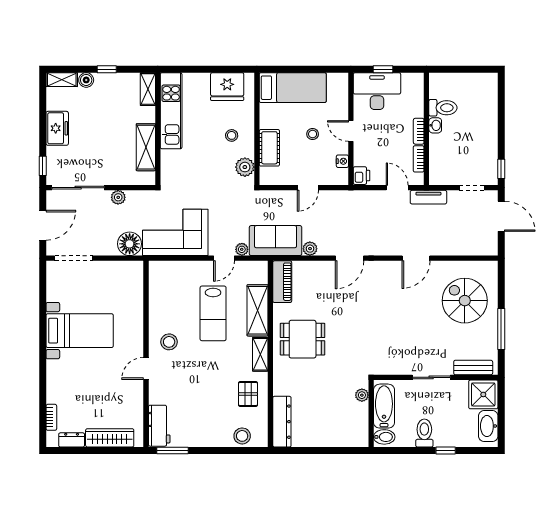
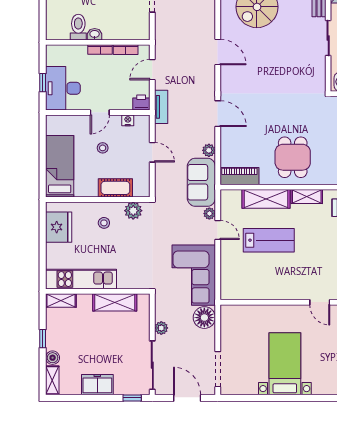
tv unit: (428, 197) -> (161, 107), moved
stool: (169, 342) -> (295, 281), removed

